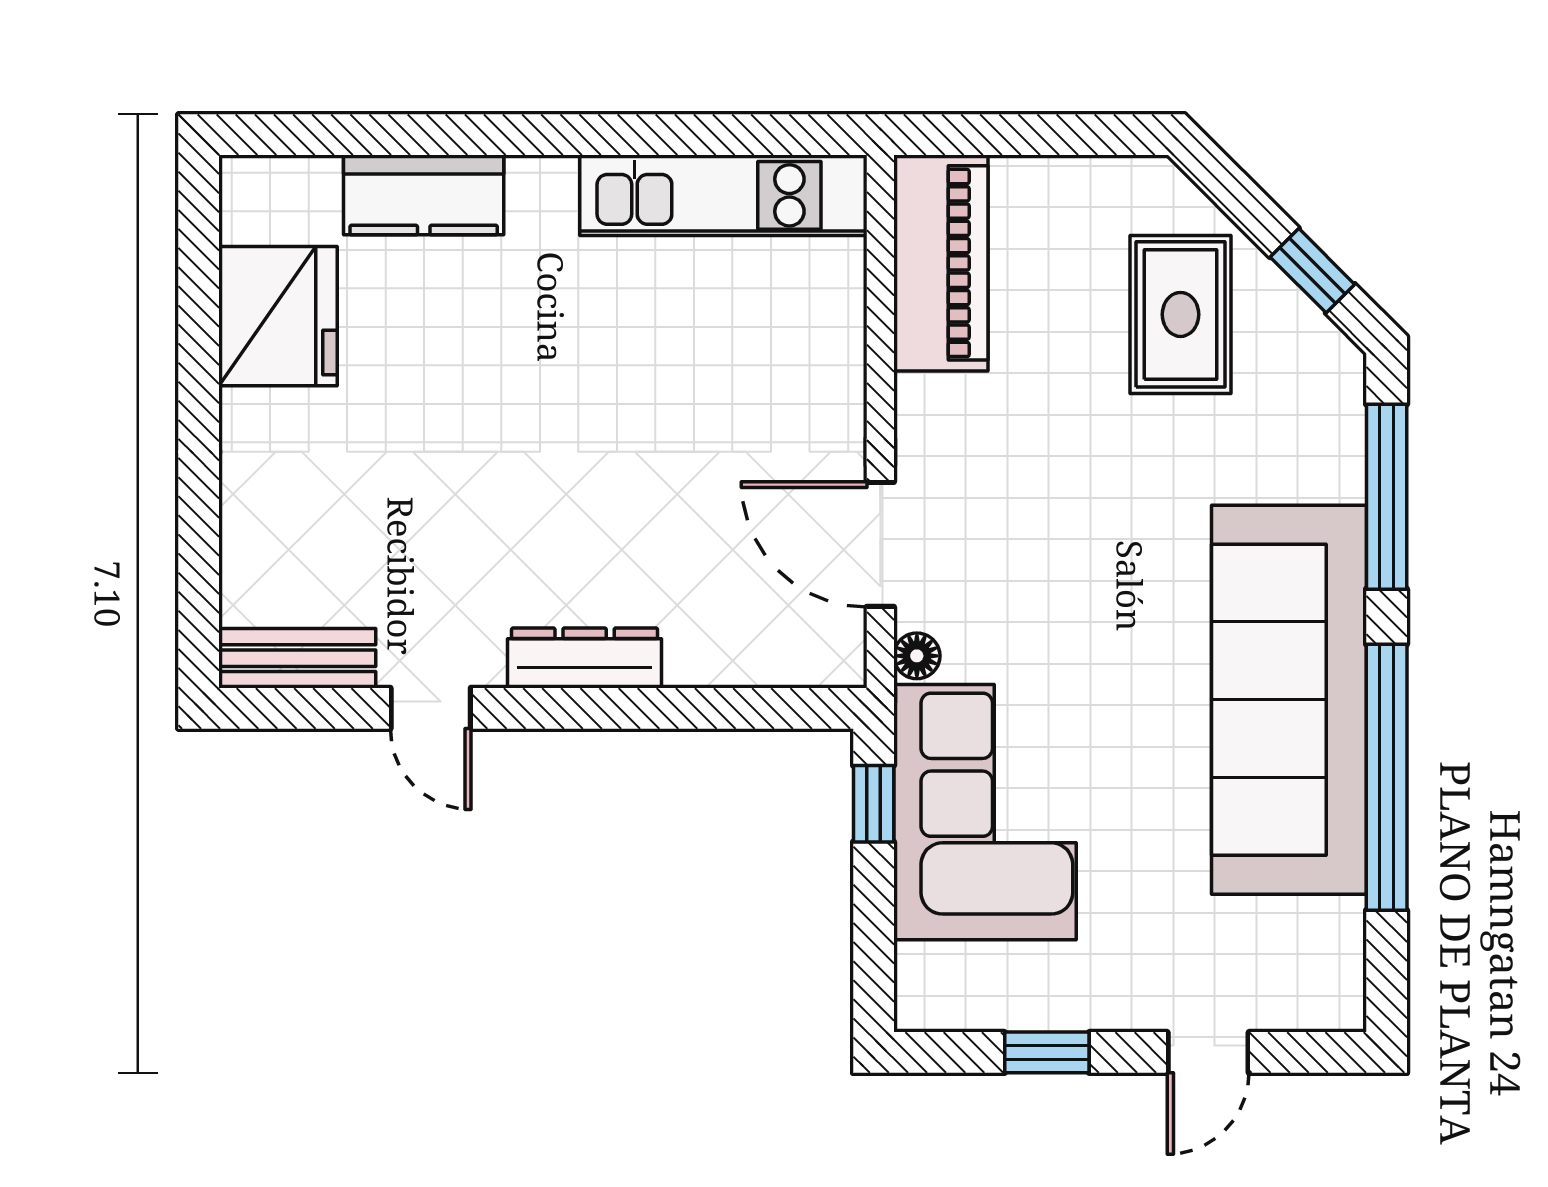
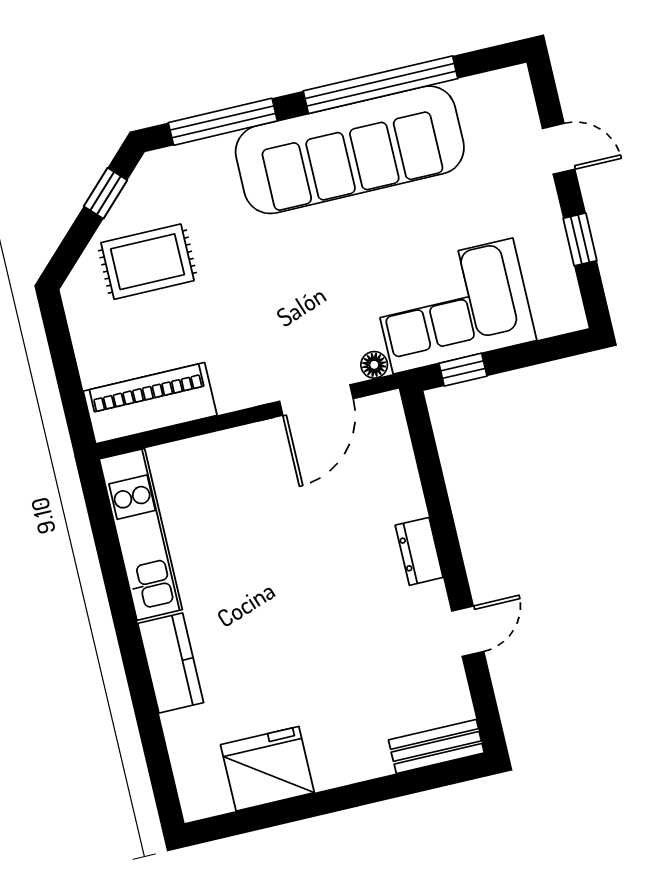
kitchen counter: (424, 195) -> (171, 663), moved
bench: (297, 658) -> (436, 746), moved, turned 90
dresser: (585, 658) -> (419, 551), width x0.70

